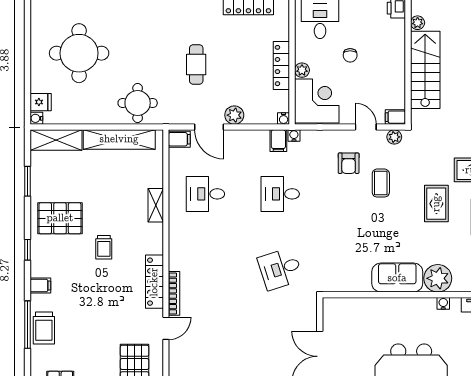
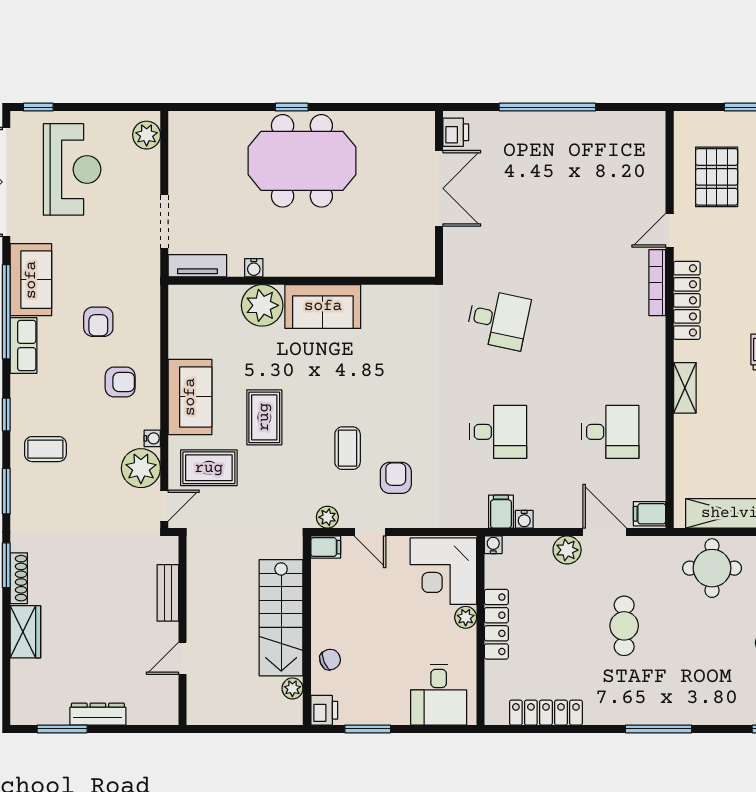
chair: (350, 55) -> (330, 659), moved, turned 67
water cooler: (294, 136) -> (524, 519), moved
shelving: (156, 205) -> (685, 388), moved
desk: (280, 269) -> (498, 320), turned 30

